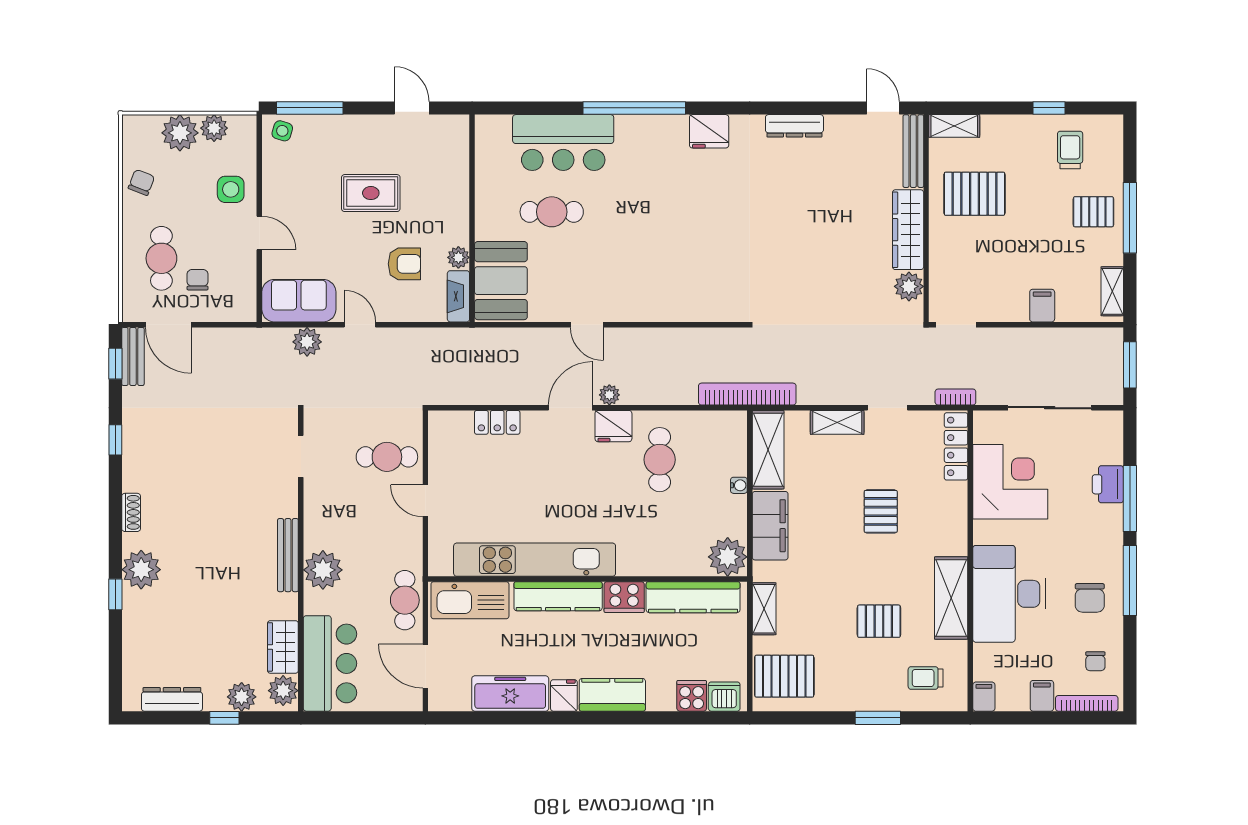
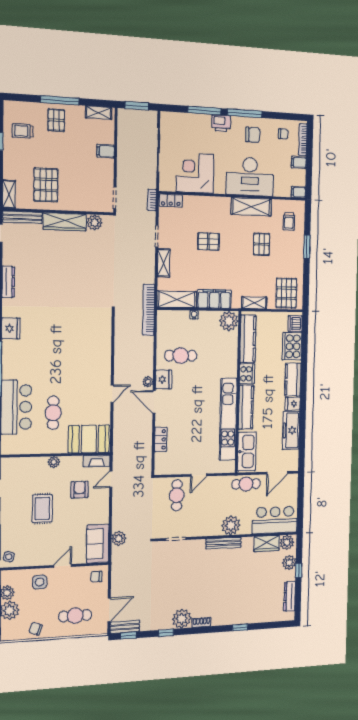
plant: (458, 257) -> (54, 462), moved
chair: (198, 280) -> (96, 577), moved
door: (360, 325) -> (111, 479), moved
locker: (956, 446) -> (171, 201), width x0.66
printer: (1108, 484) -> (221, 123), moved
plant: (141, 570) -> (182, 619), moved
cooker: (692, 696) -> (292, 346), width x1.87, depth x1.31

